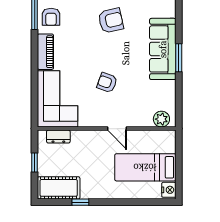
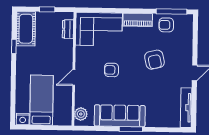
armchair: (111, 21) -> (154, 60), moved
sofa: (163, 49) -> (120, 116), moved
armchair: (107, 83) -> (111, 70), turned -110

